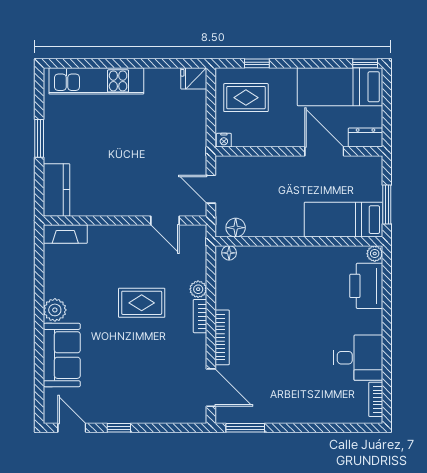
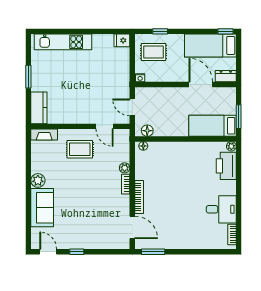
rug: (142, 303) -> (80, 149), moved

